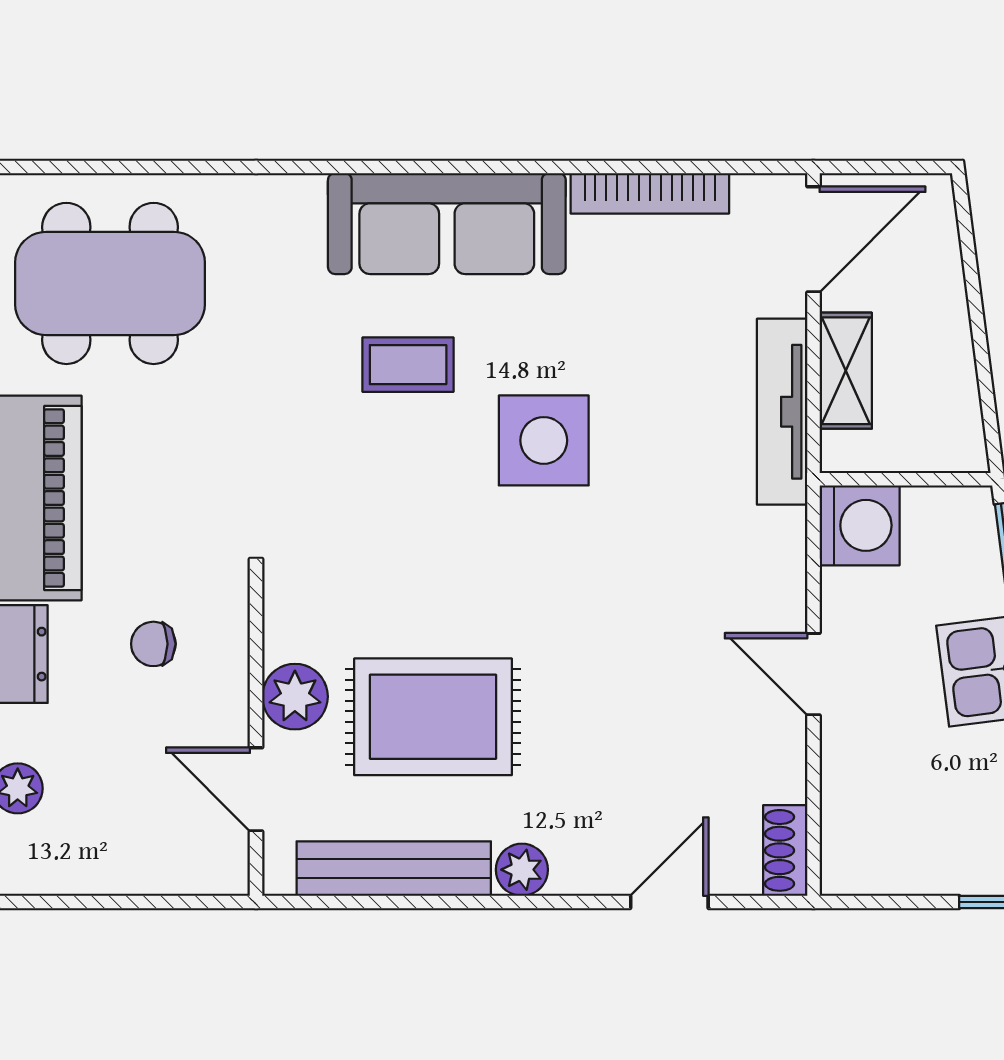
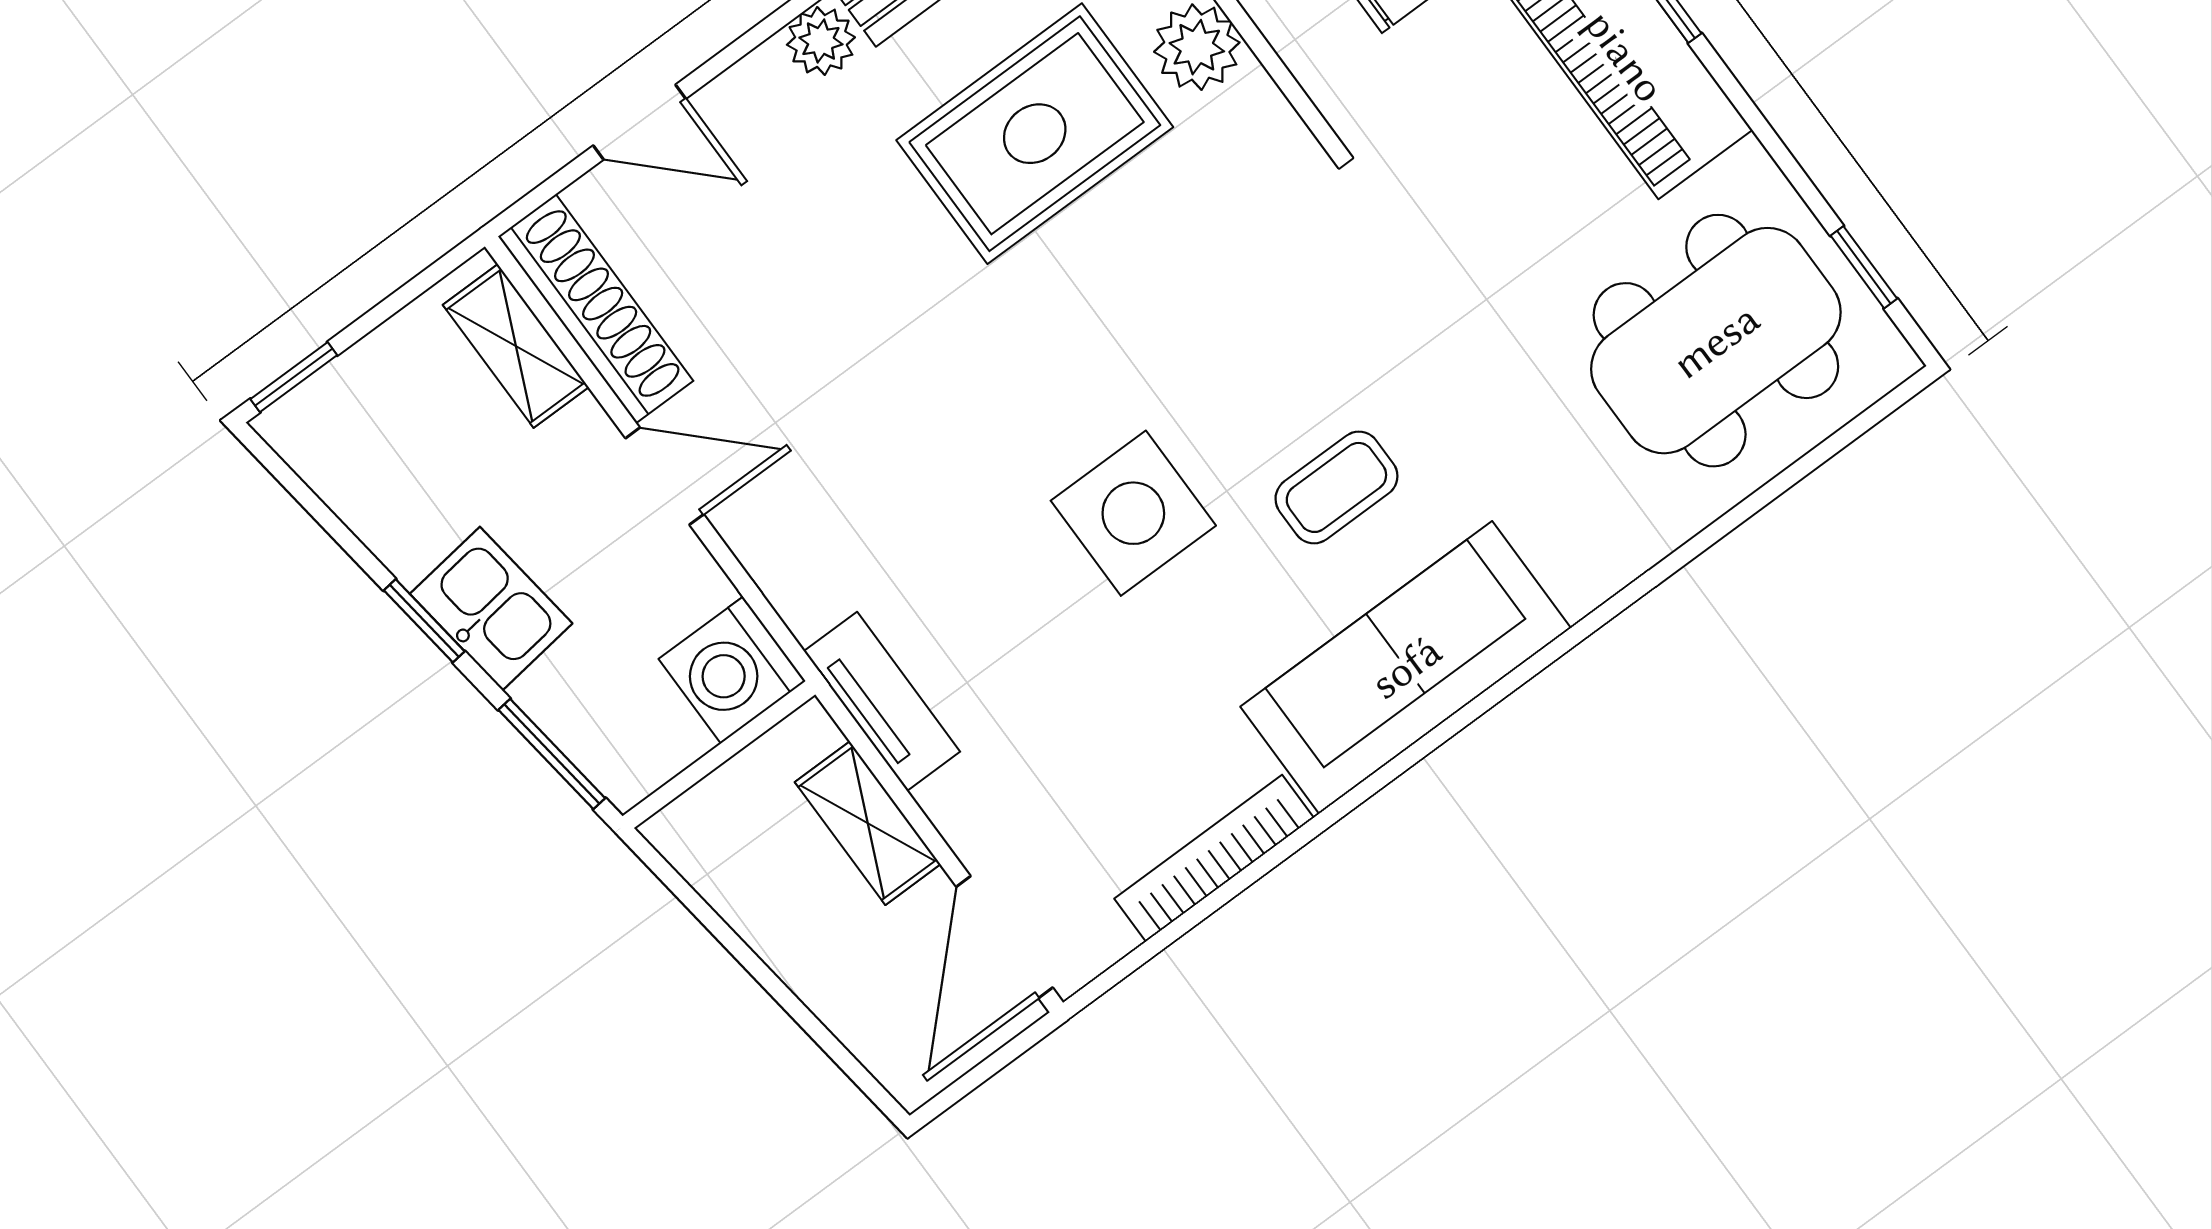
tv unit: (782, 412) -> (882, 701), width x0.71
shelving: (846, 821) -> (516, 346), added
shoe rack: (785, 850) -> (596, 309), width x1.94, depth x1.24
door: (669, 902) -> (639, 122), hinge flipped

